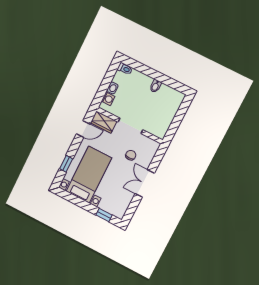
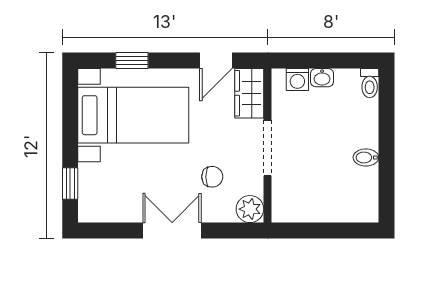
door: (83, 129) -> (216, 61), hinge flipped
plant: (152, 146) -> (250, 209), added

